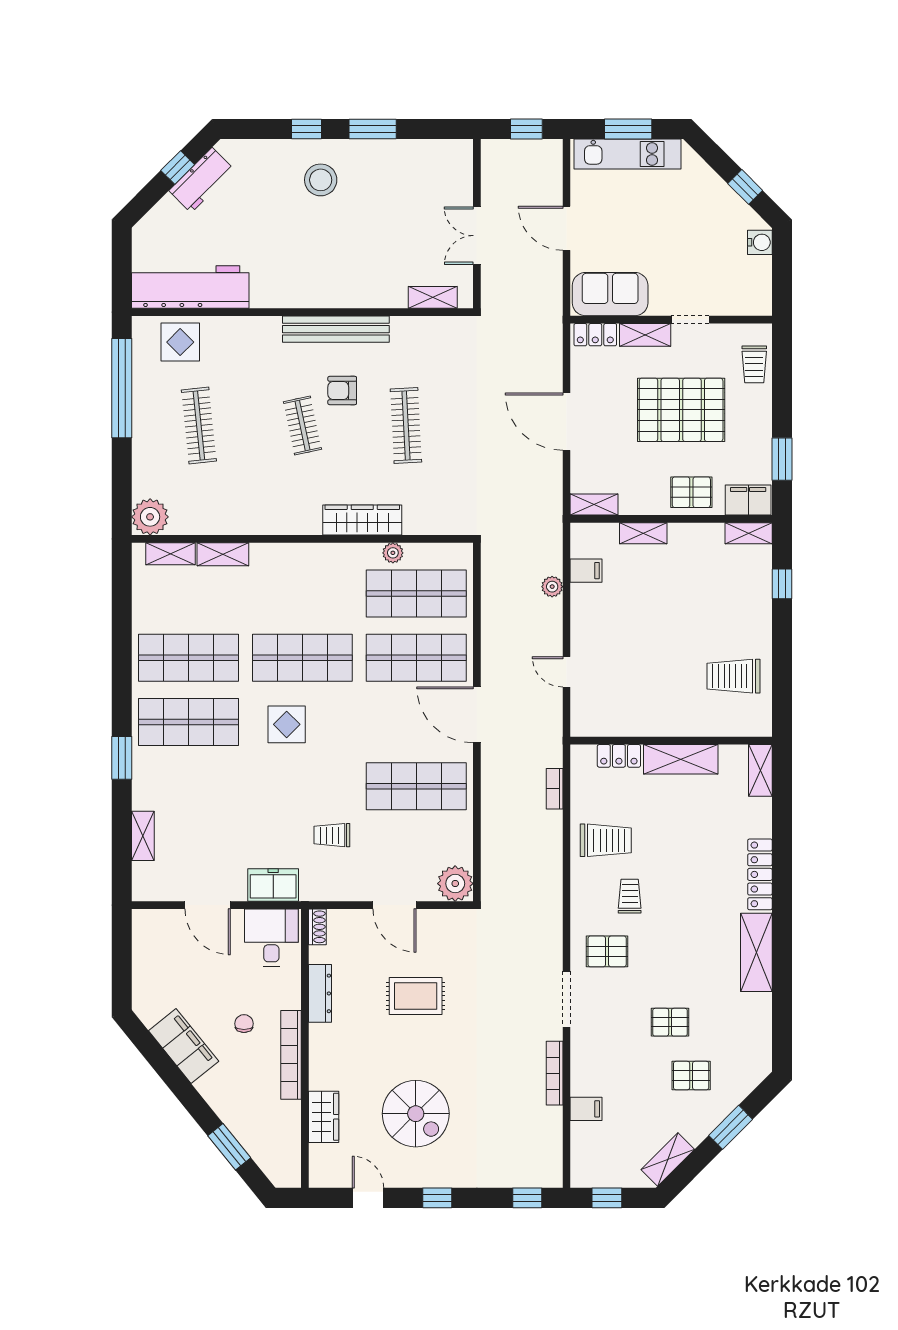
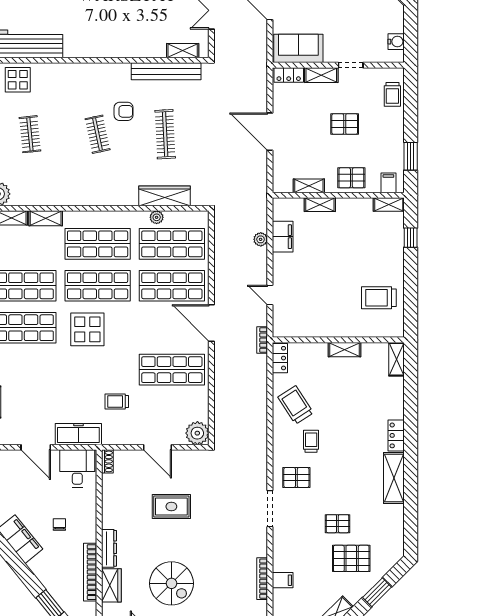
water cooler: (760, 242) -> (396, 42), moved
bench: (336, 329) -> (166, 71), moved
armchair: (342, 391) -> (124, 111), turned 180
pallet: (681, 410) -> (345, 124), width x0.49, depth x0.50
clothes rail: (199, 426) -> (30, 134), width x0.73
filing cabinet: (748, 500) -> (388, 183), width x0.50
shelving: (594, 504) -> (309, 186), moved
wardrobe: (362, 520) -> (165, 196), moved
filing cabinet: (586, 571) -> (283, 237), width x2.00
shop shelf: (302, 593) -> (98, 244), added
display table: (287, 724) -> (87, 329), width x1.36, depth x1.36
locker: (619, 756) -> (280, 358), moved, turned -90
shelving: (681, 759) -> (344, 350), width x0.67, depth x0.75
bookcase: (555, 789) -> (262, 340), moved
trolley: (606, 840) -> (296, 405), turned -123
locker: (760, 874) -> (396, 435), width x0.66
freezer: (273, 885) -> (78, 434), width x1.40
dresser: (320, 993) -> (109, 548), moved
bookcase: (291, 1055) -> (90, 572), moved
bookcase: (555, 1073) -> (262, 579), moved
pallet: (691, 1076) -> (351, 558), width x1.50, depth x1.42

